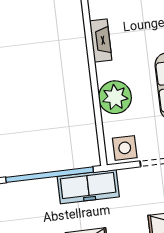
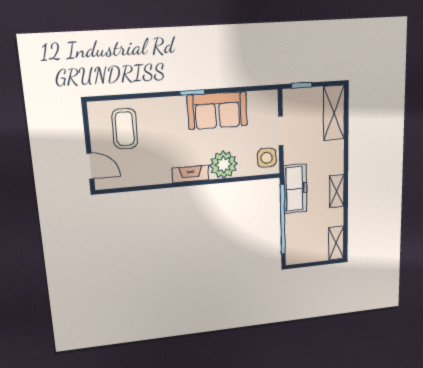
fireplace: (101, 41) -> (191, 174), moved

